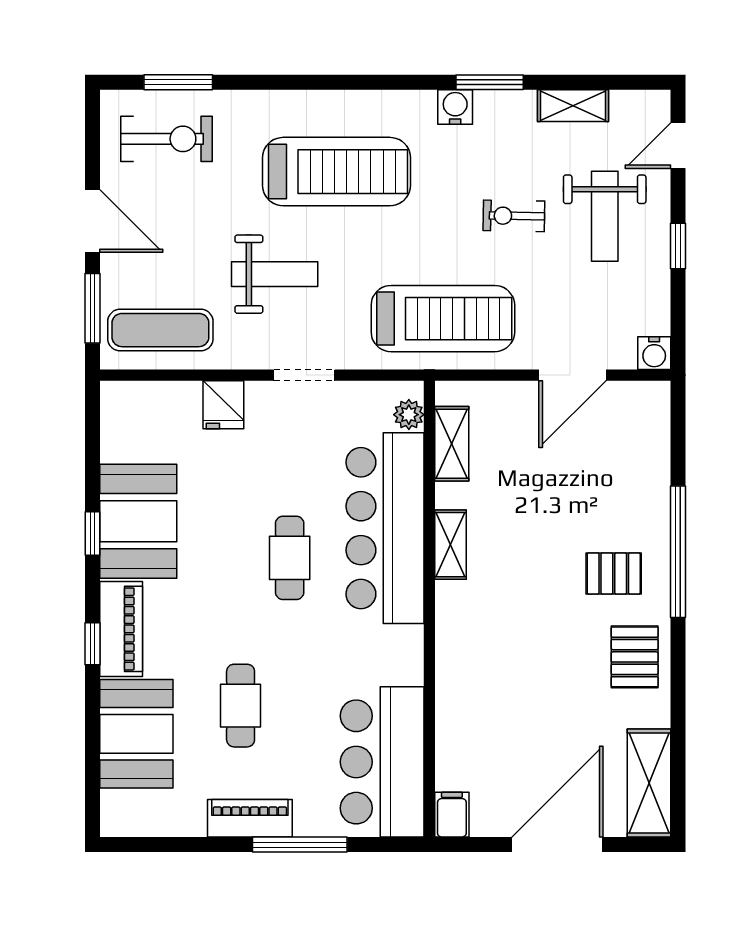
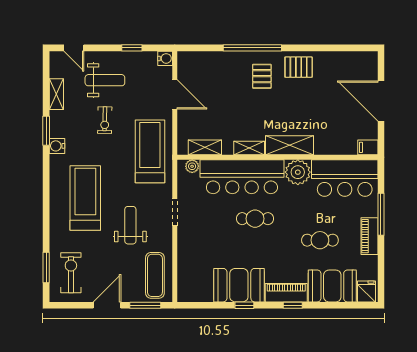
window: (678, 246) -> (132, 48), moved
fridge: (223, 405) -> (366, 291), moved, turned -90
plant: (395, 655) -> (298, 172), added
shelving: (649, 783) -> (290, 145), moved

